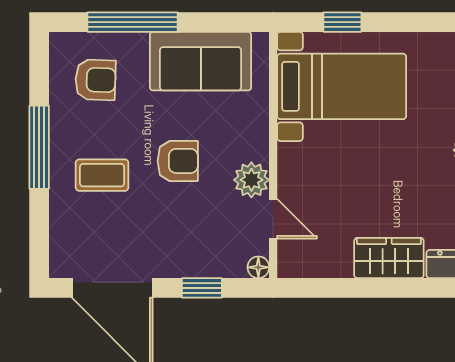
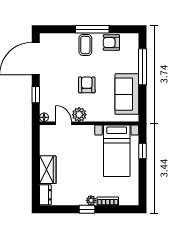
armchair: (95, 80) -> (111, 43), moved, turned 88
armchair: (178, 161) -> (87, 85), turned 180
coffee table: (102, 175) -> (85, 45), moved
door: (273, 219) -> (64, 123), swing flipped

